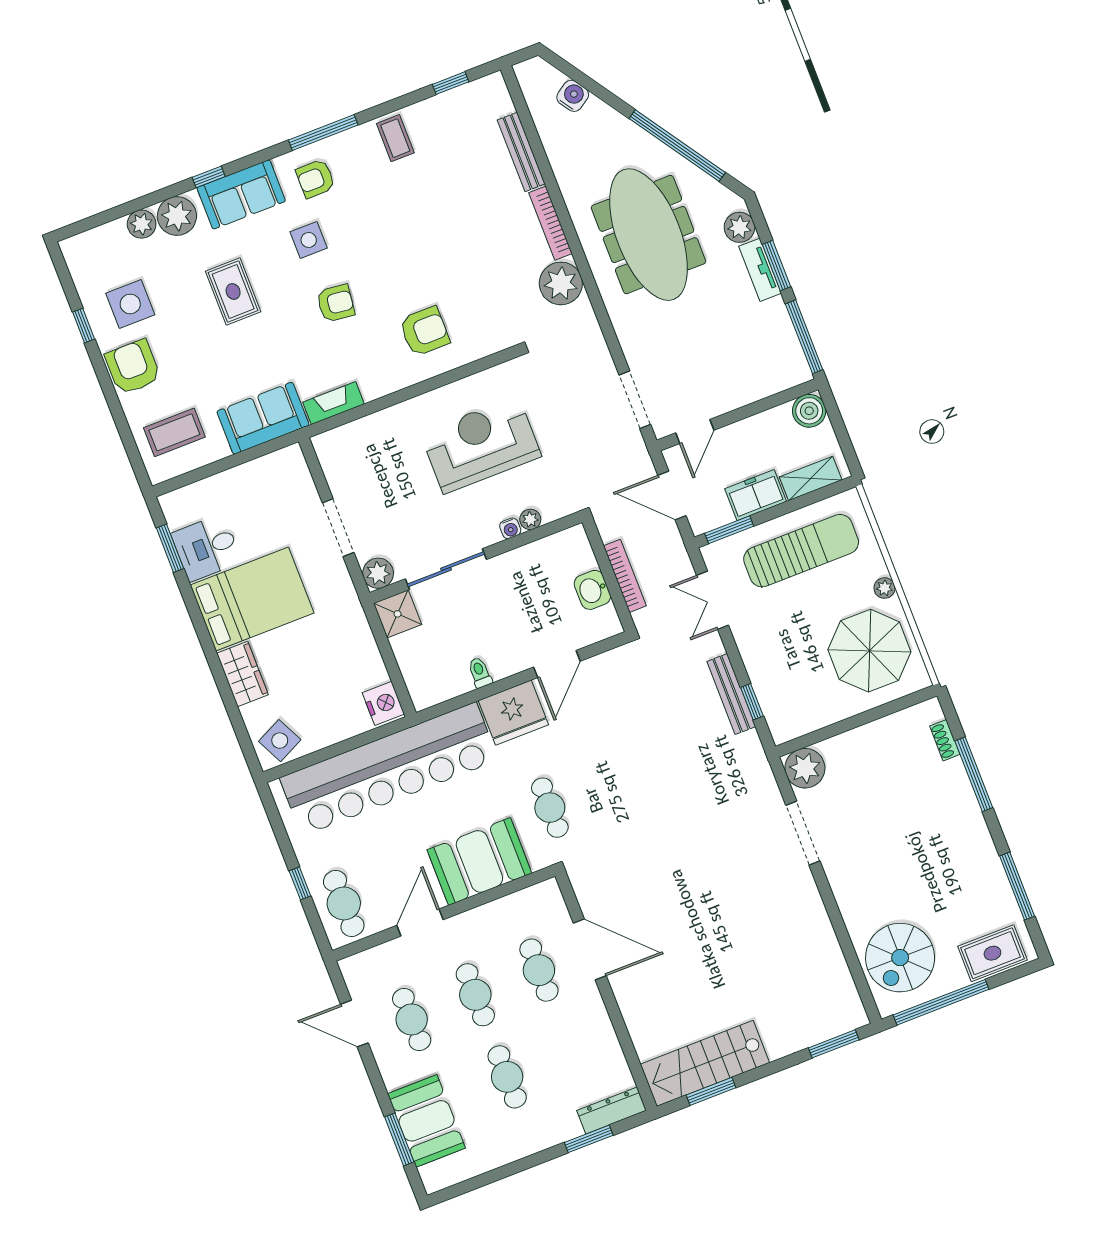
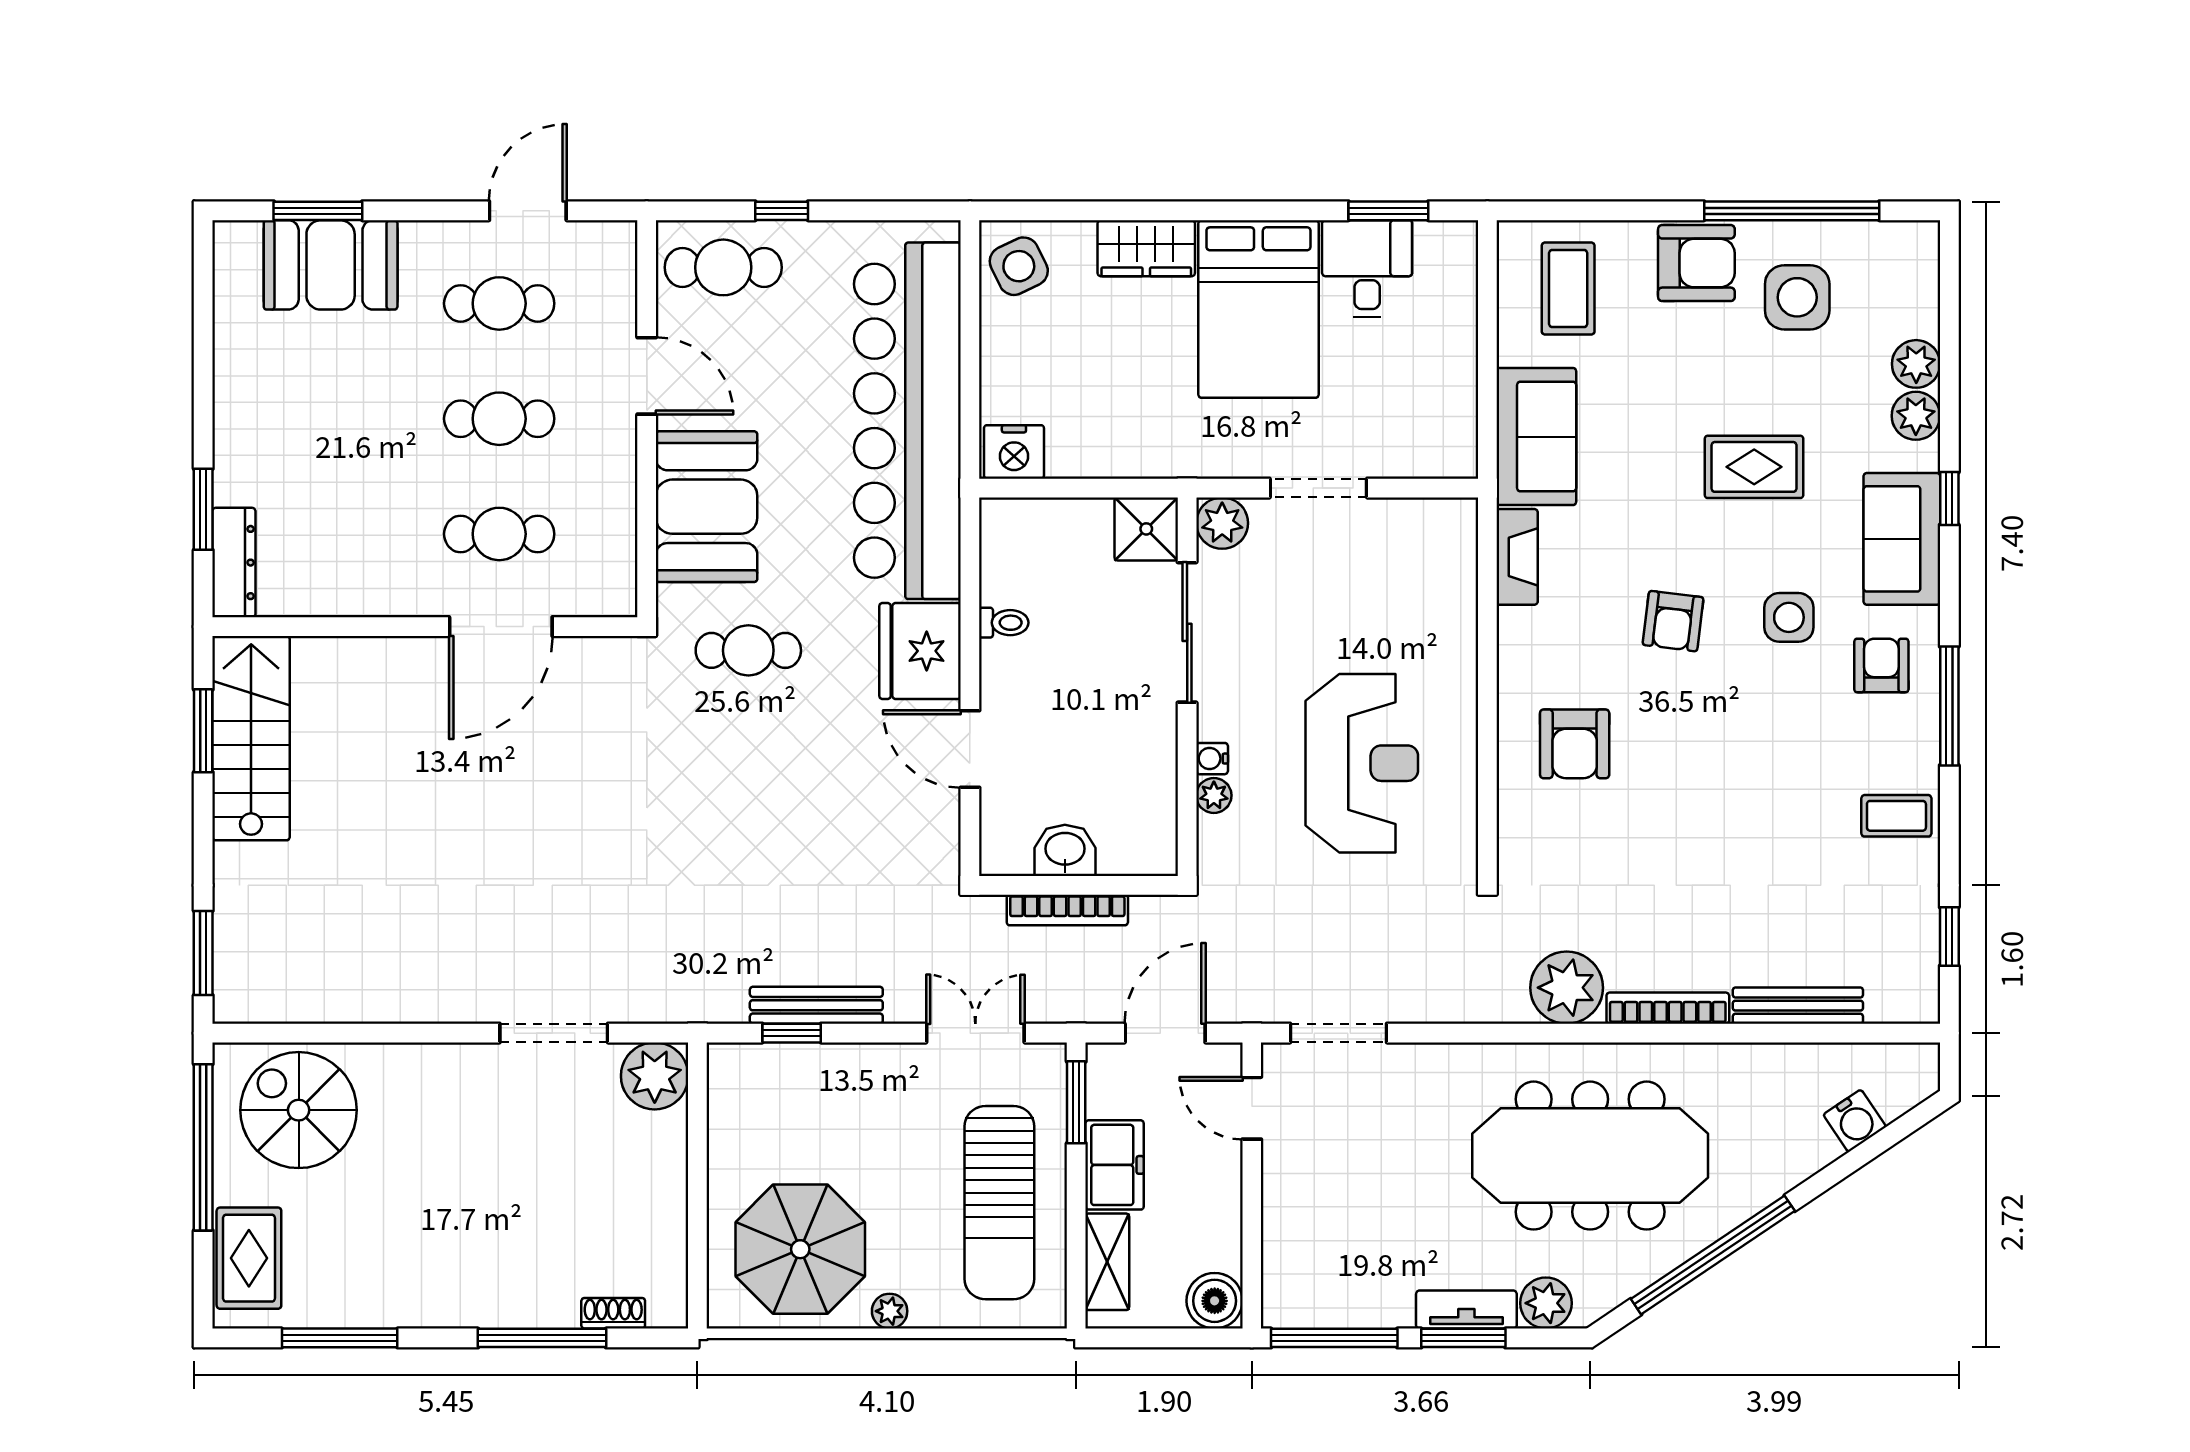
plant: (177, 216) -> (1916, 416), width x0.73, depth x0.73
window: (84, 326) -> (1792, 211), width x3.17
cafe table: (507, 1077) -> (351, 419), removed

